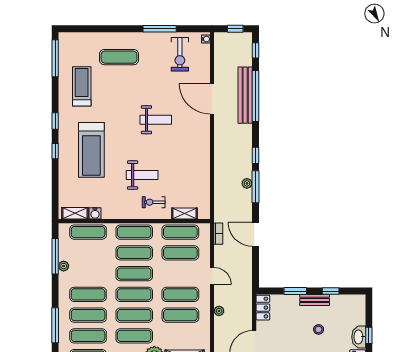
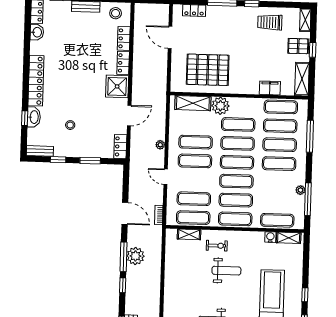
weight bench: (142, 175) -> (226, 271), turned 180
plant: (247, 183) -> (135, 256), width x1.88, depth x1.88
bench: (315, 300) -> (40, 151), moved

